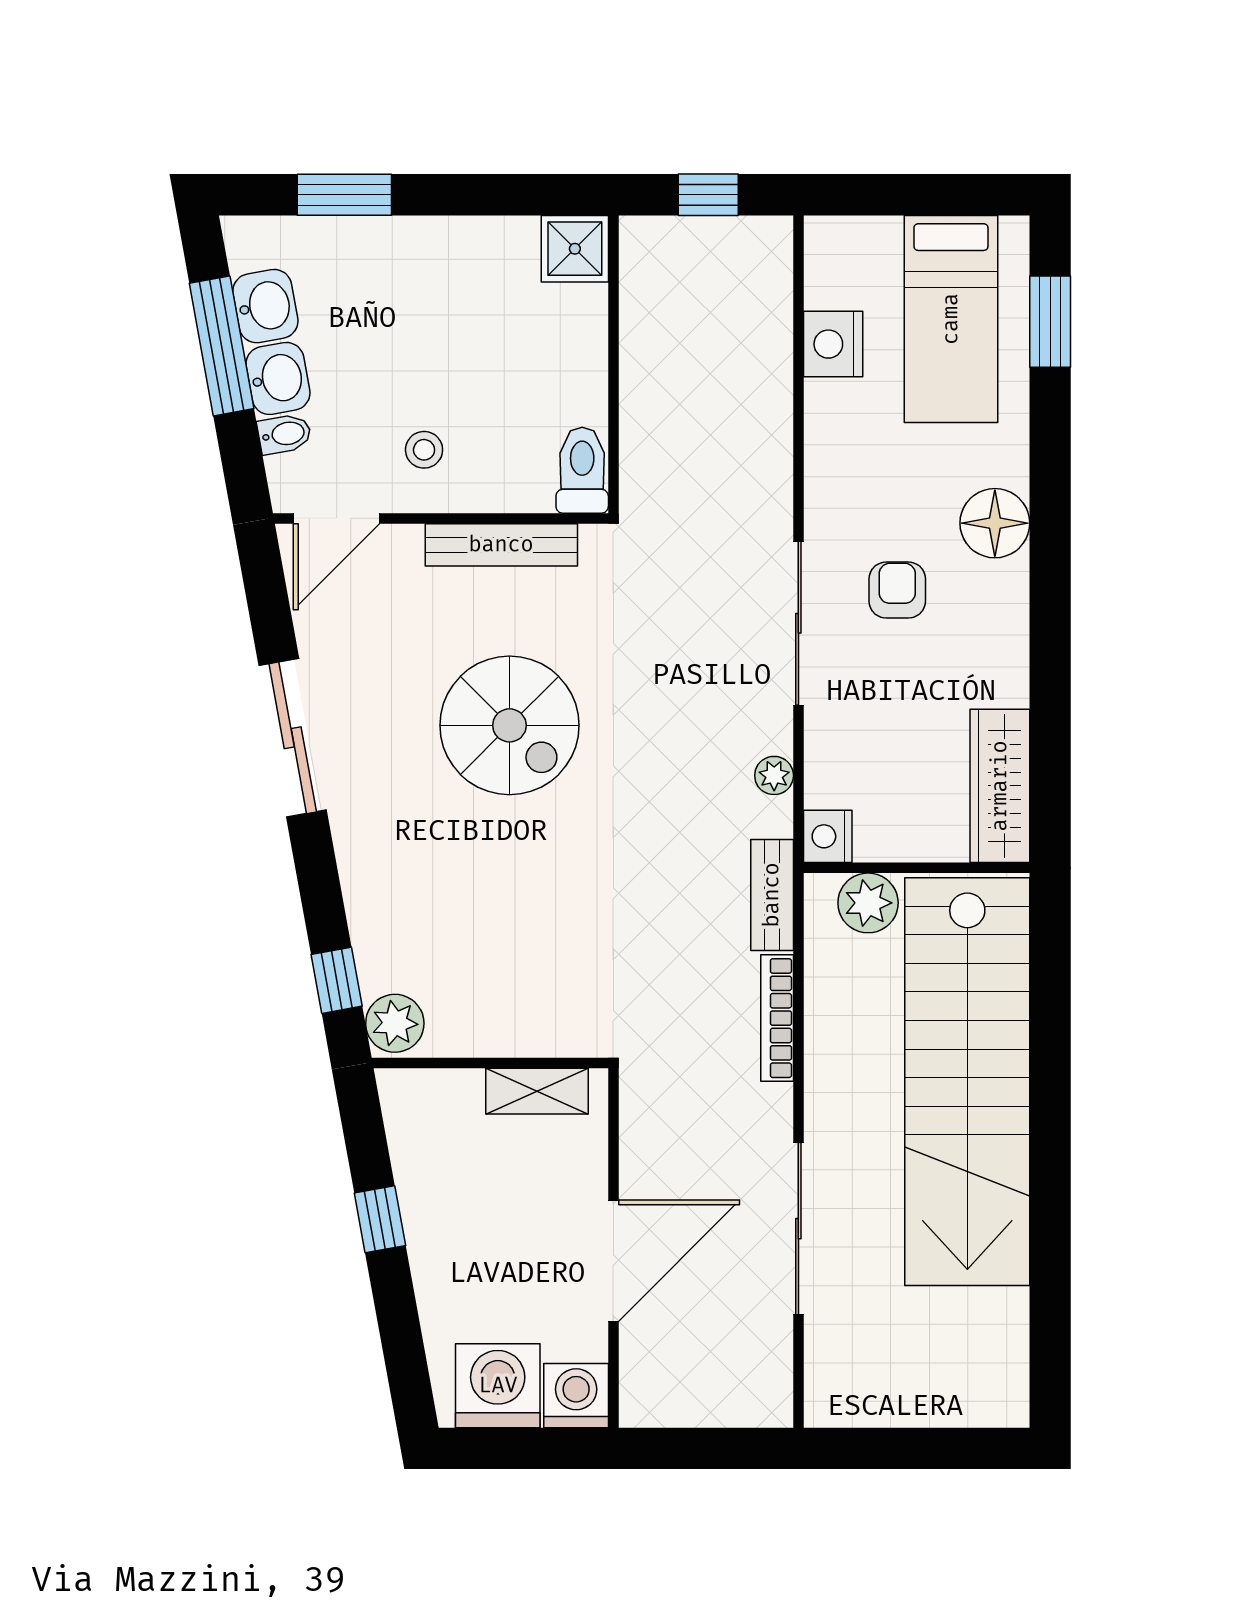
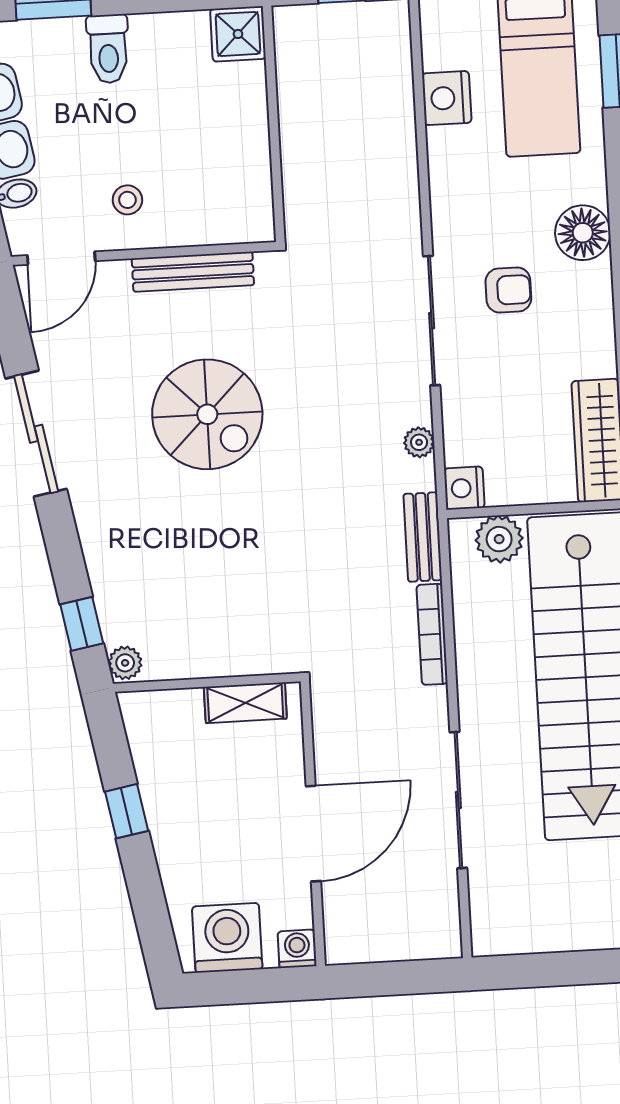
toilet: (582, 470) -> (108, 49), moved, turned 180
armchair: (897, 590) -> (508, 290), turned 90
plant: (395, 1023) -> (125, 663), width x0.73, depth x0.73
washing machine: (576, 1396) -> (297, 949), width x0.73, depth x0.73

